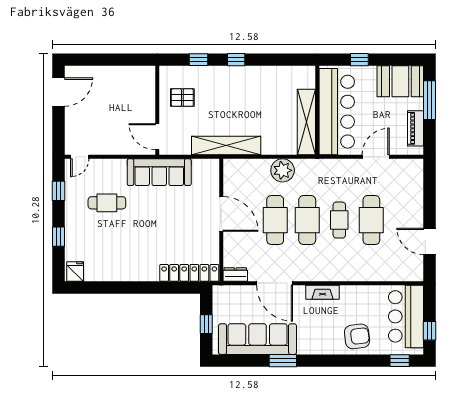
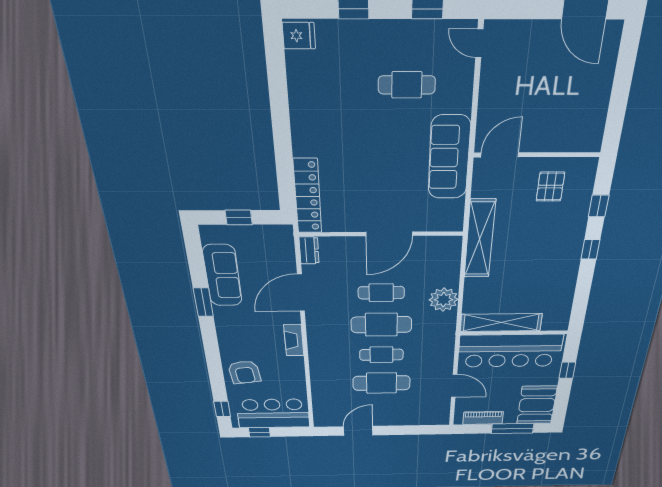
cafe table: (107, 203) -> (407, 85), turned 90
cafe table: (275, 220) -> (381, 293), width x0.73, depth x0.74
sofa: (258, 339) -> (222, 276), width x0.74, depth x0.79

